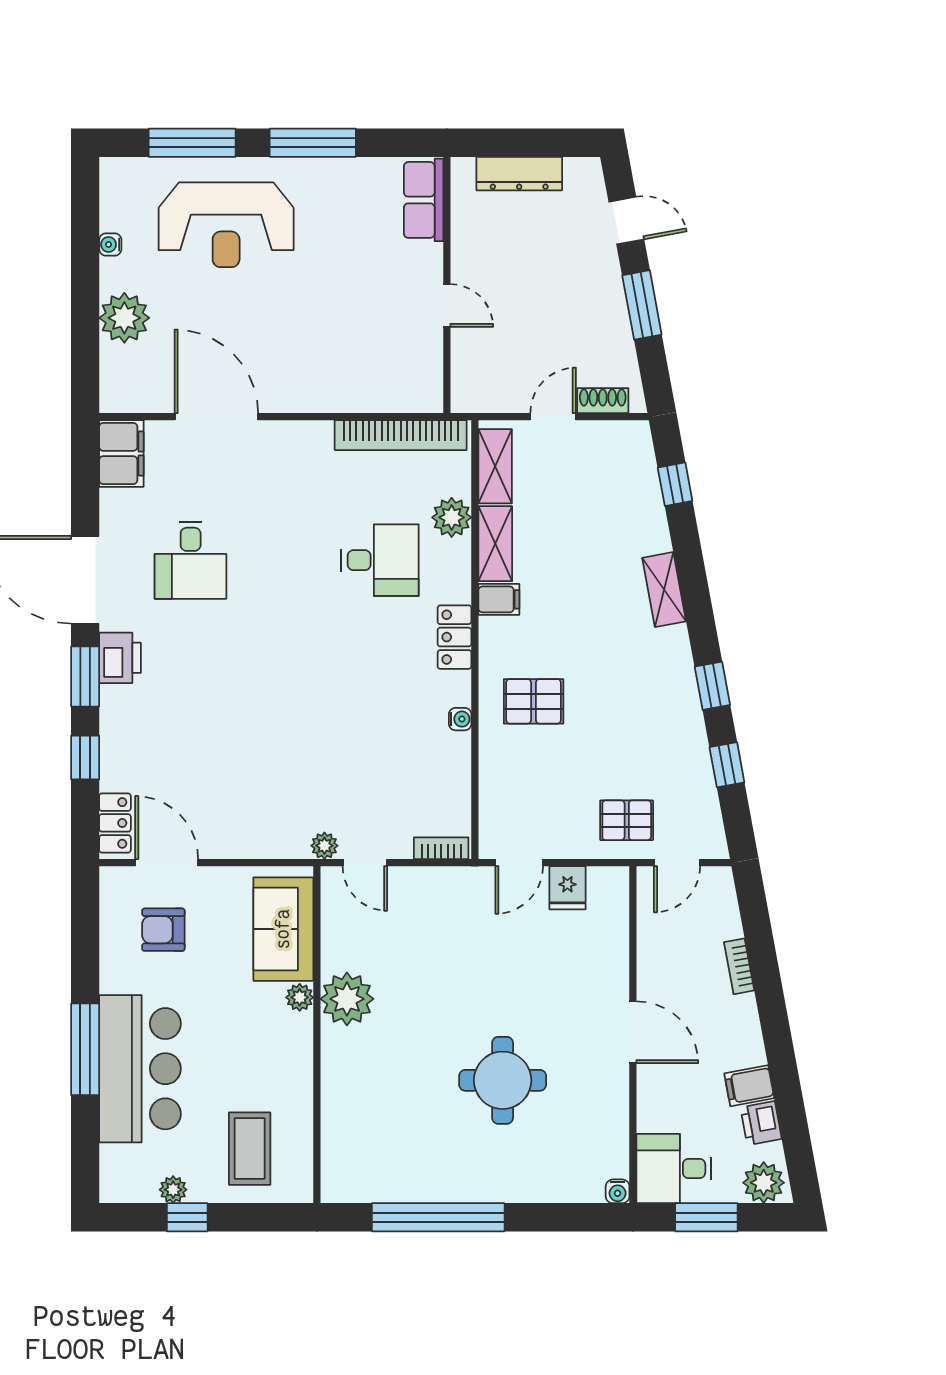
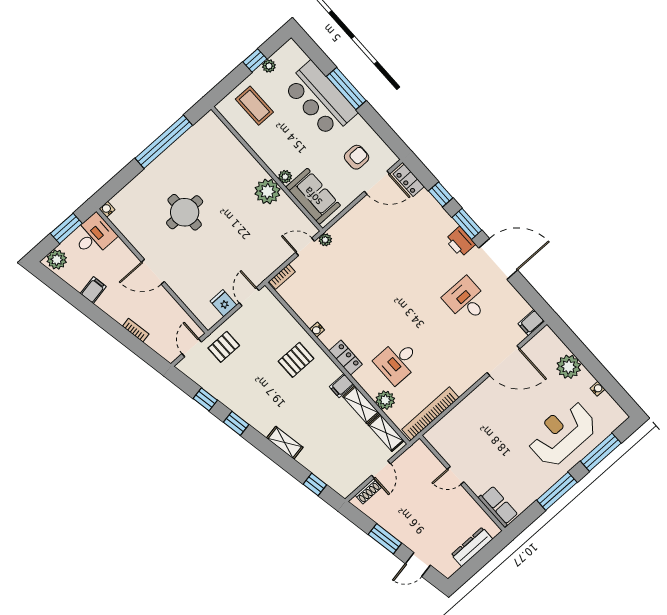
filing cabinet: (121, 453) -> (531, 323), width x0.50
printer: (761, 1123) -> (77, 280), removed

